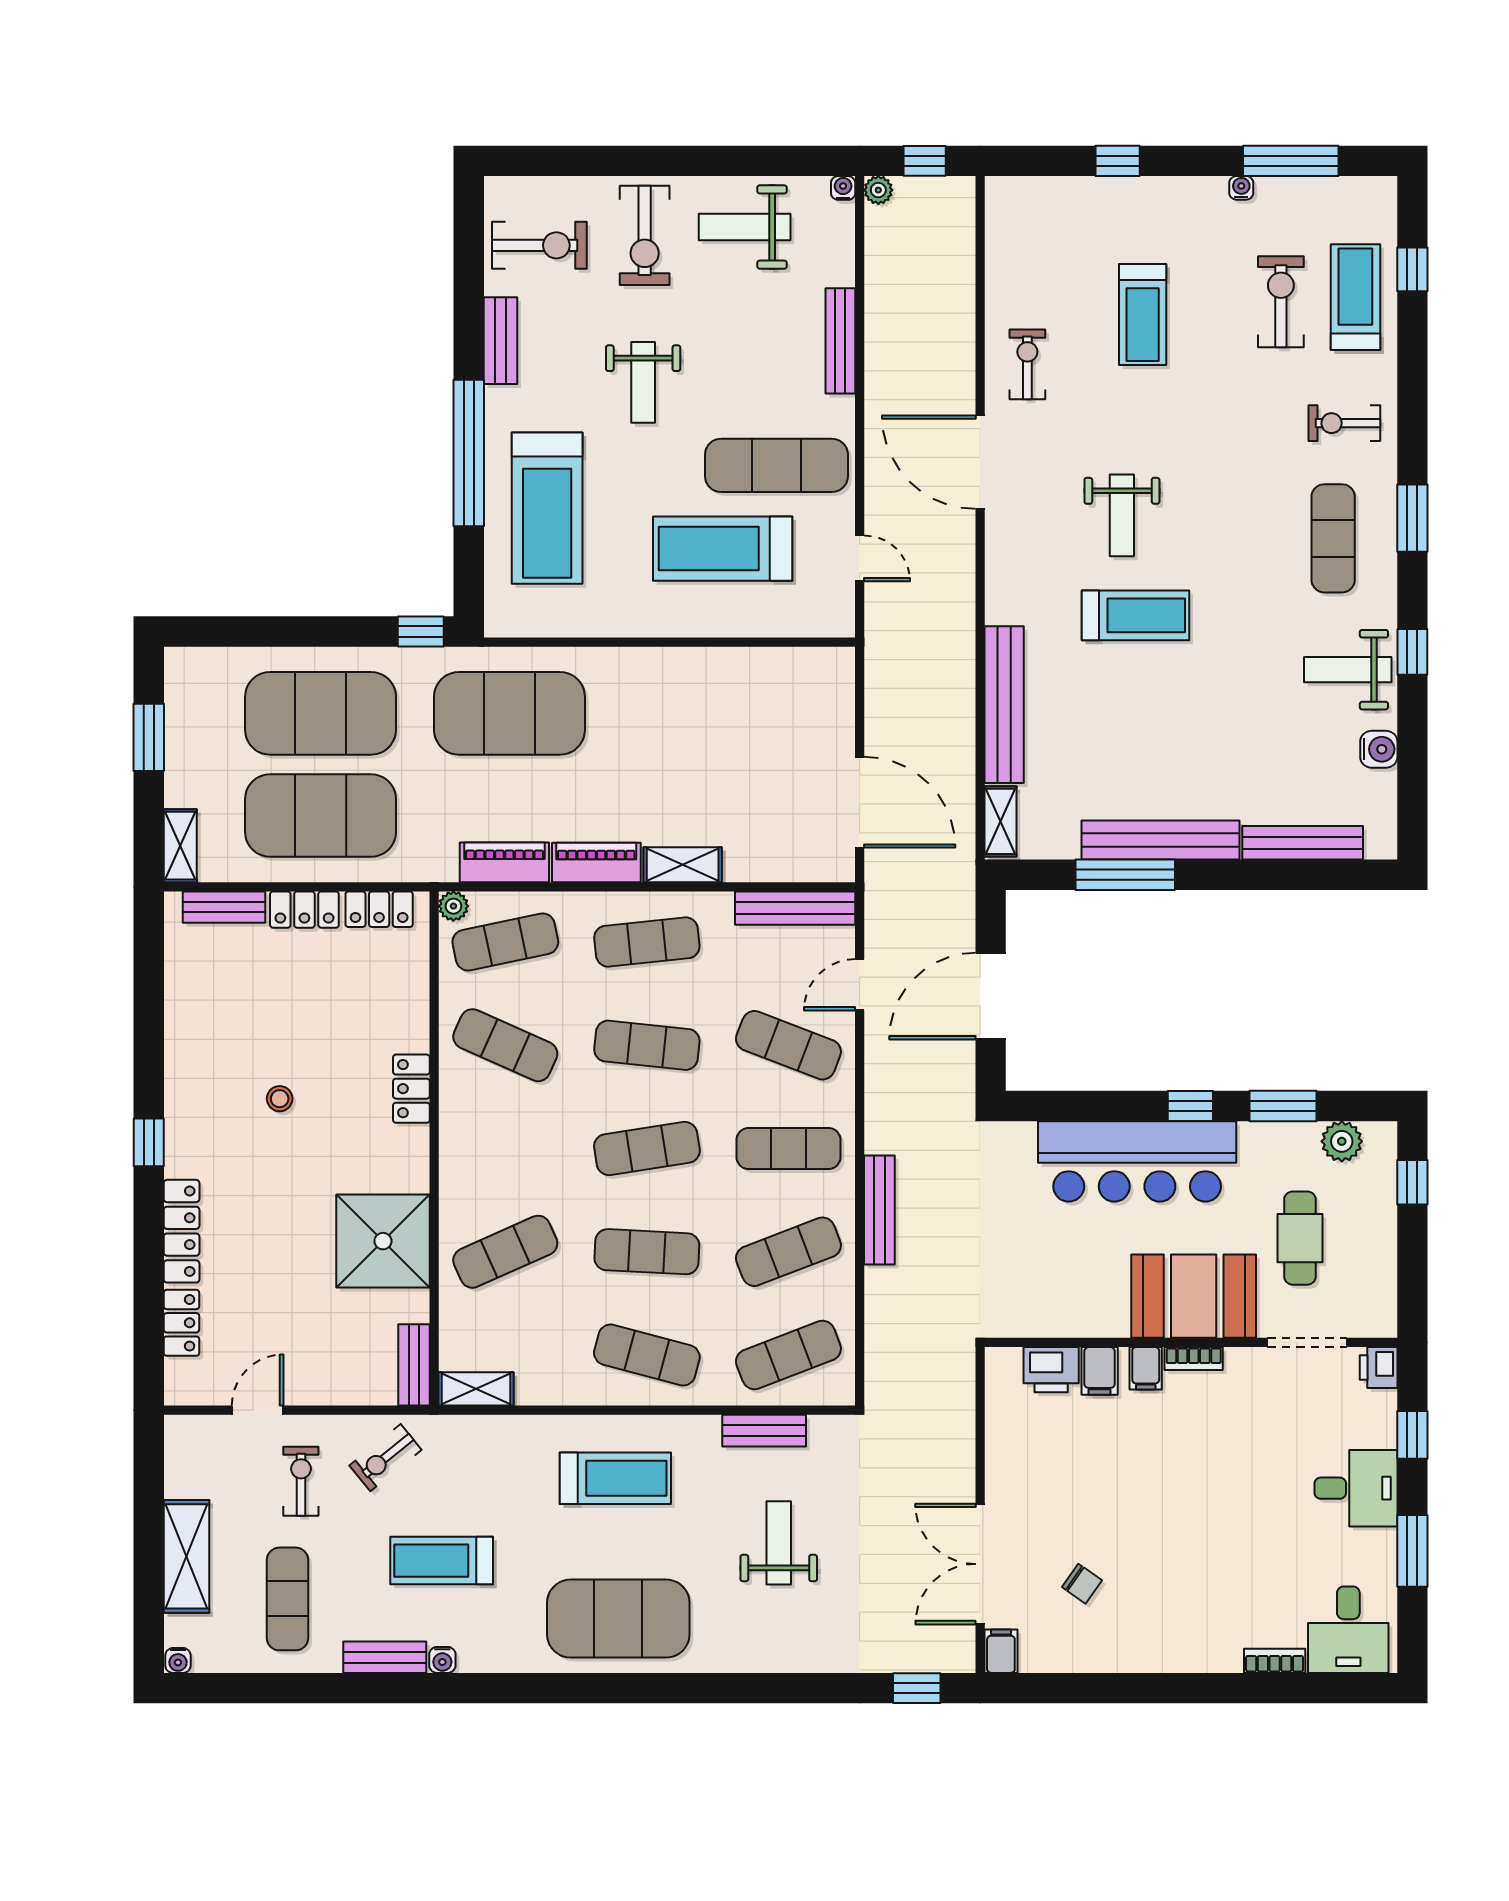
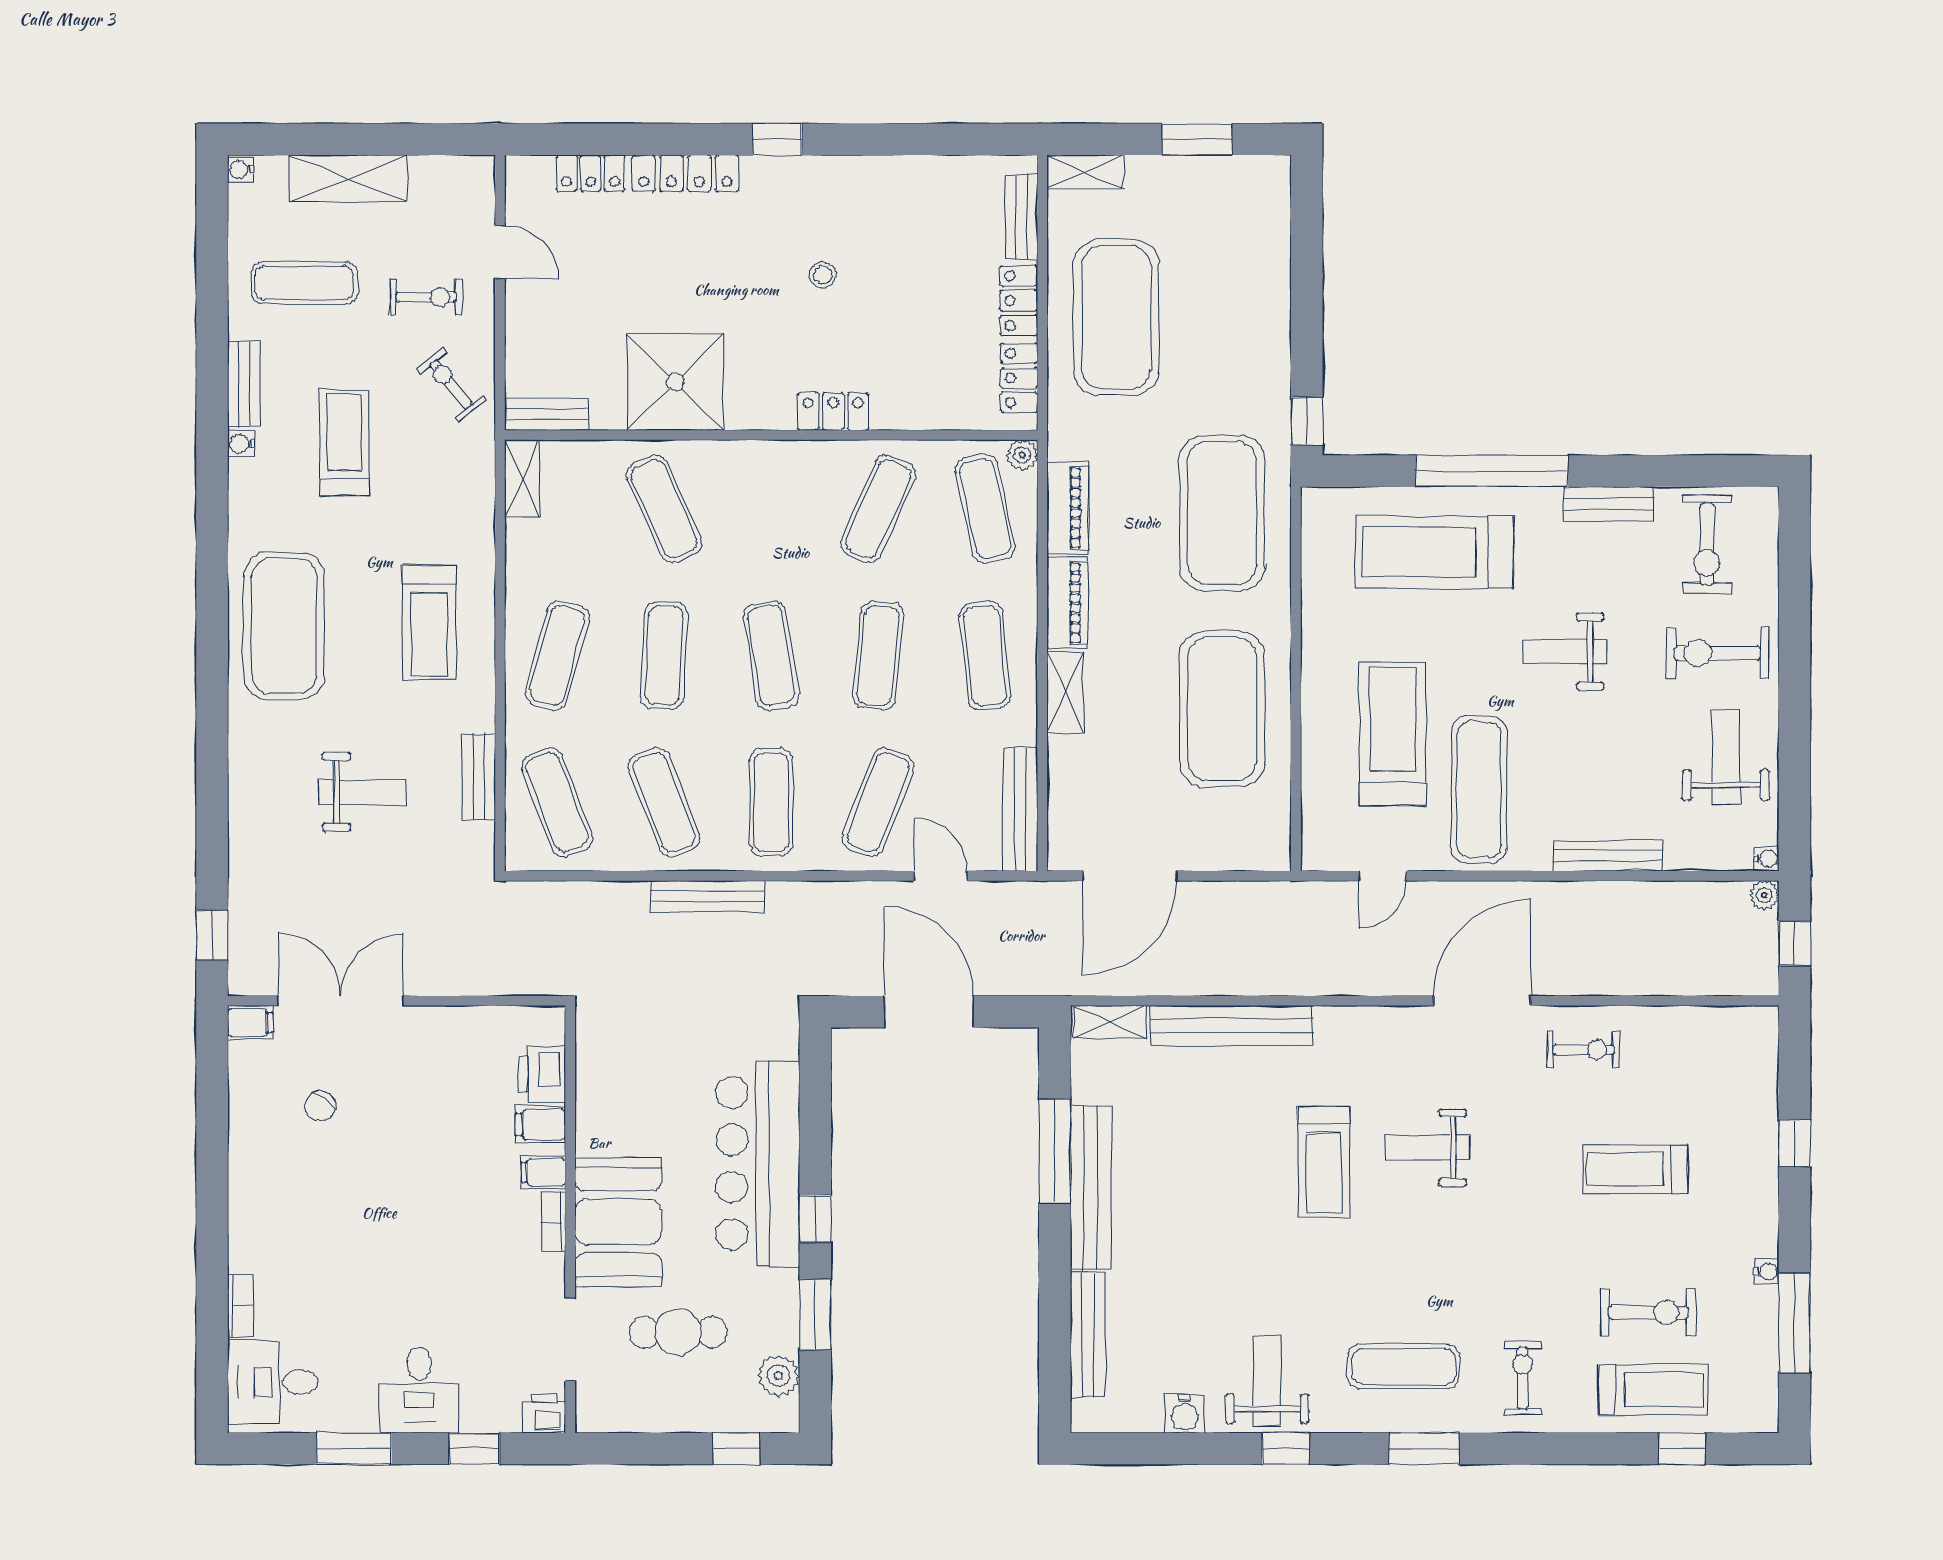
exercise mat: (321, 713) -> (1222, 709), moved

